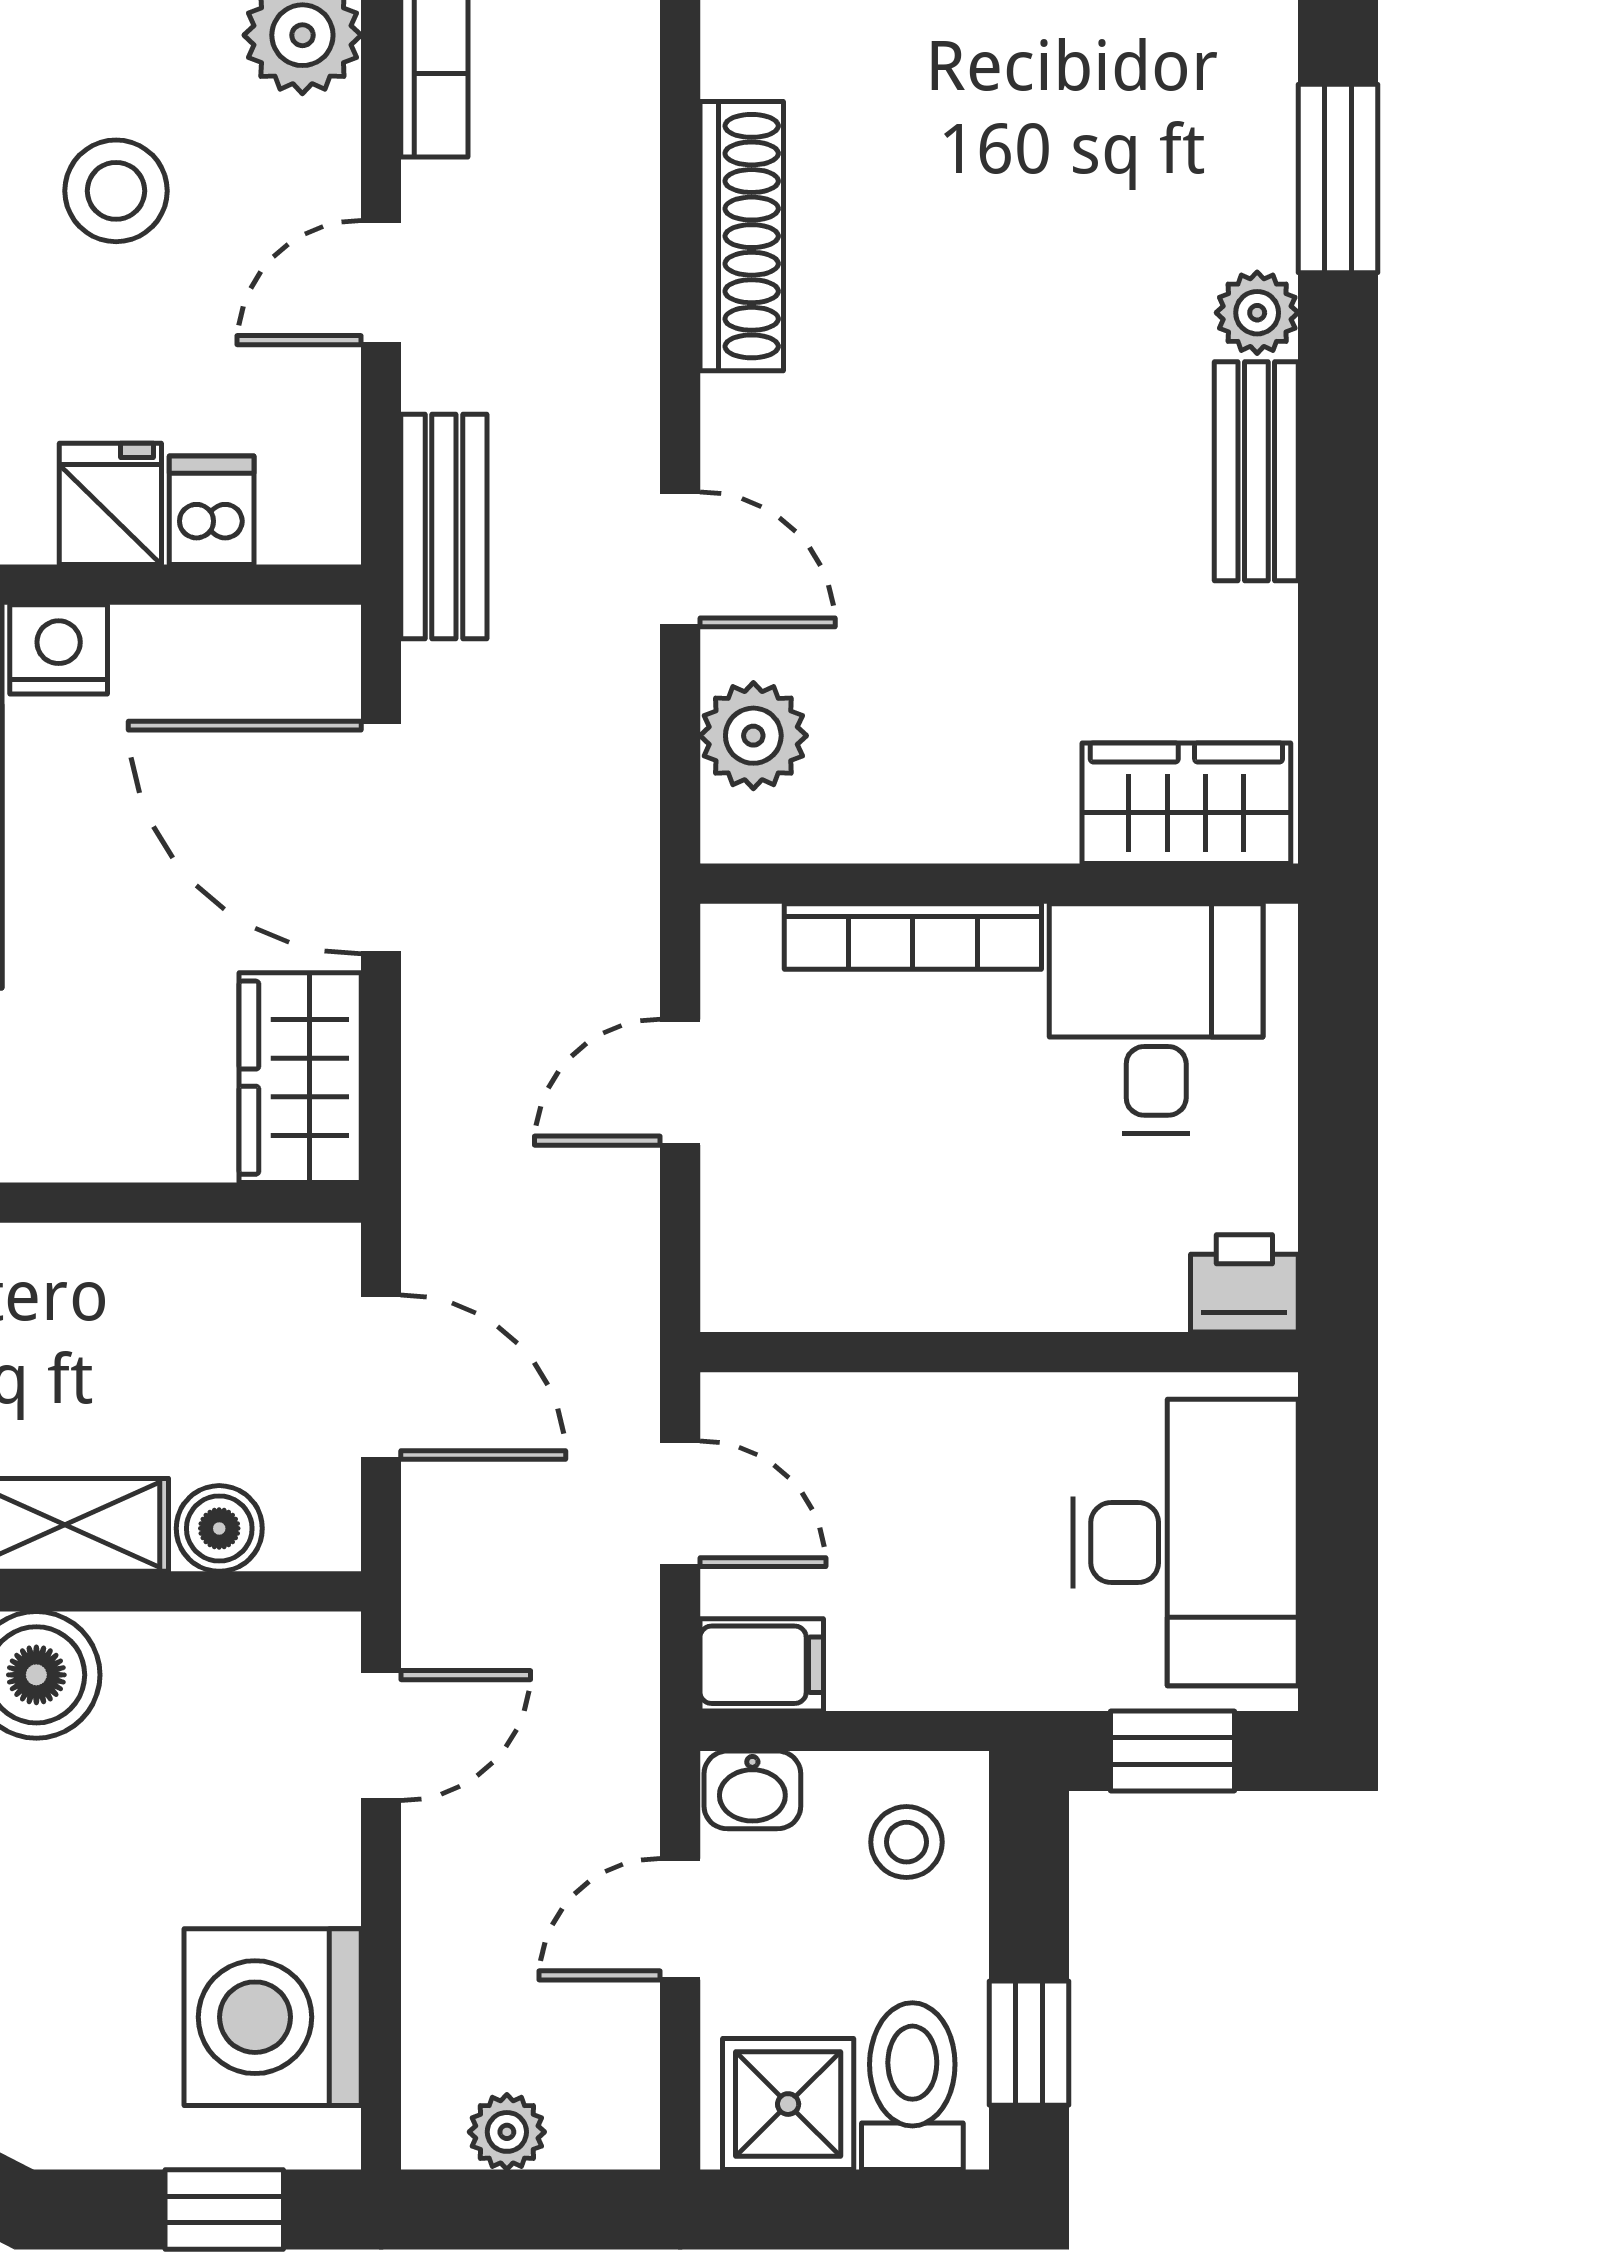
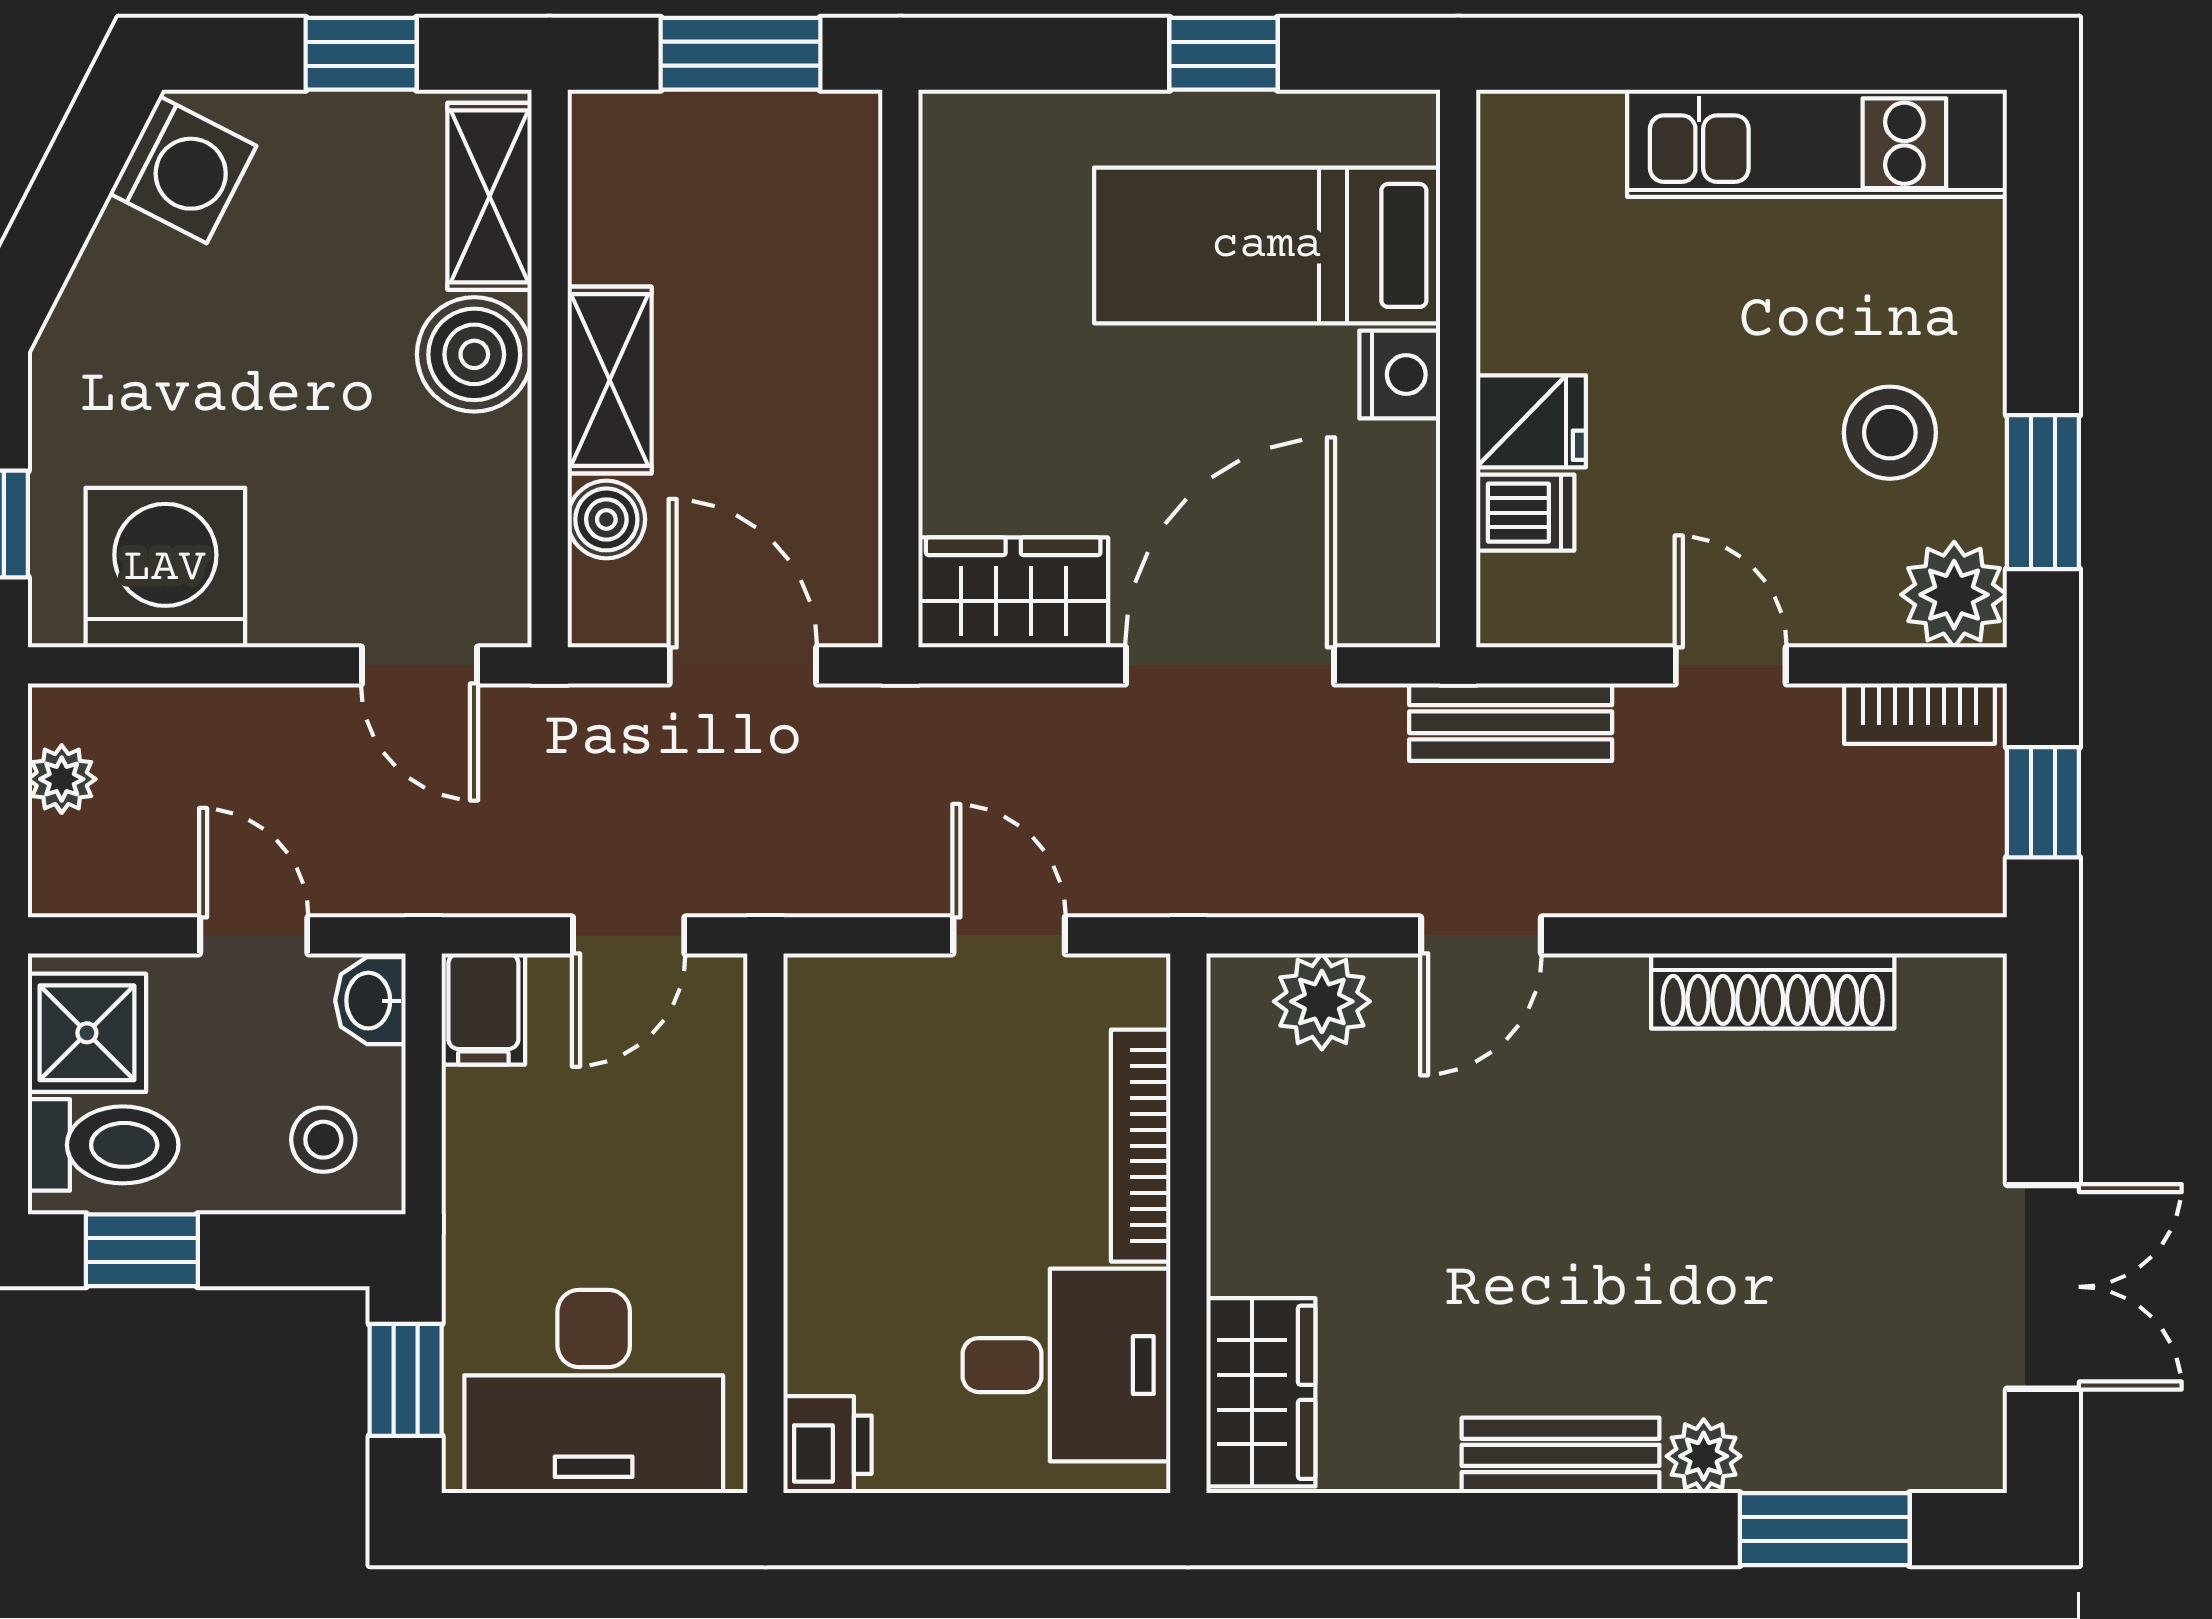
stool: (116, 191) -> (1890, 433), moved
door: (381, 1377) -> (743, 665), swing flipped

